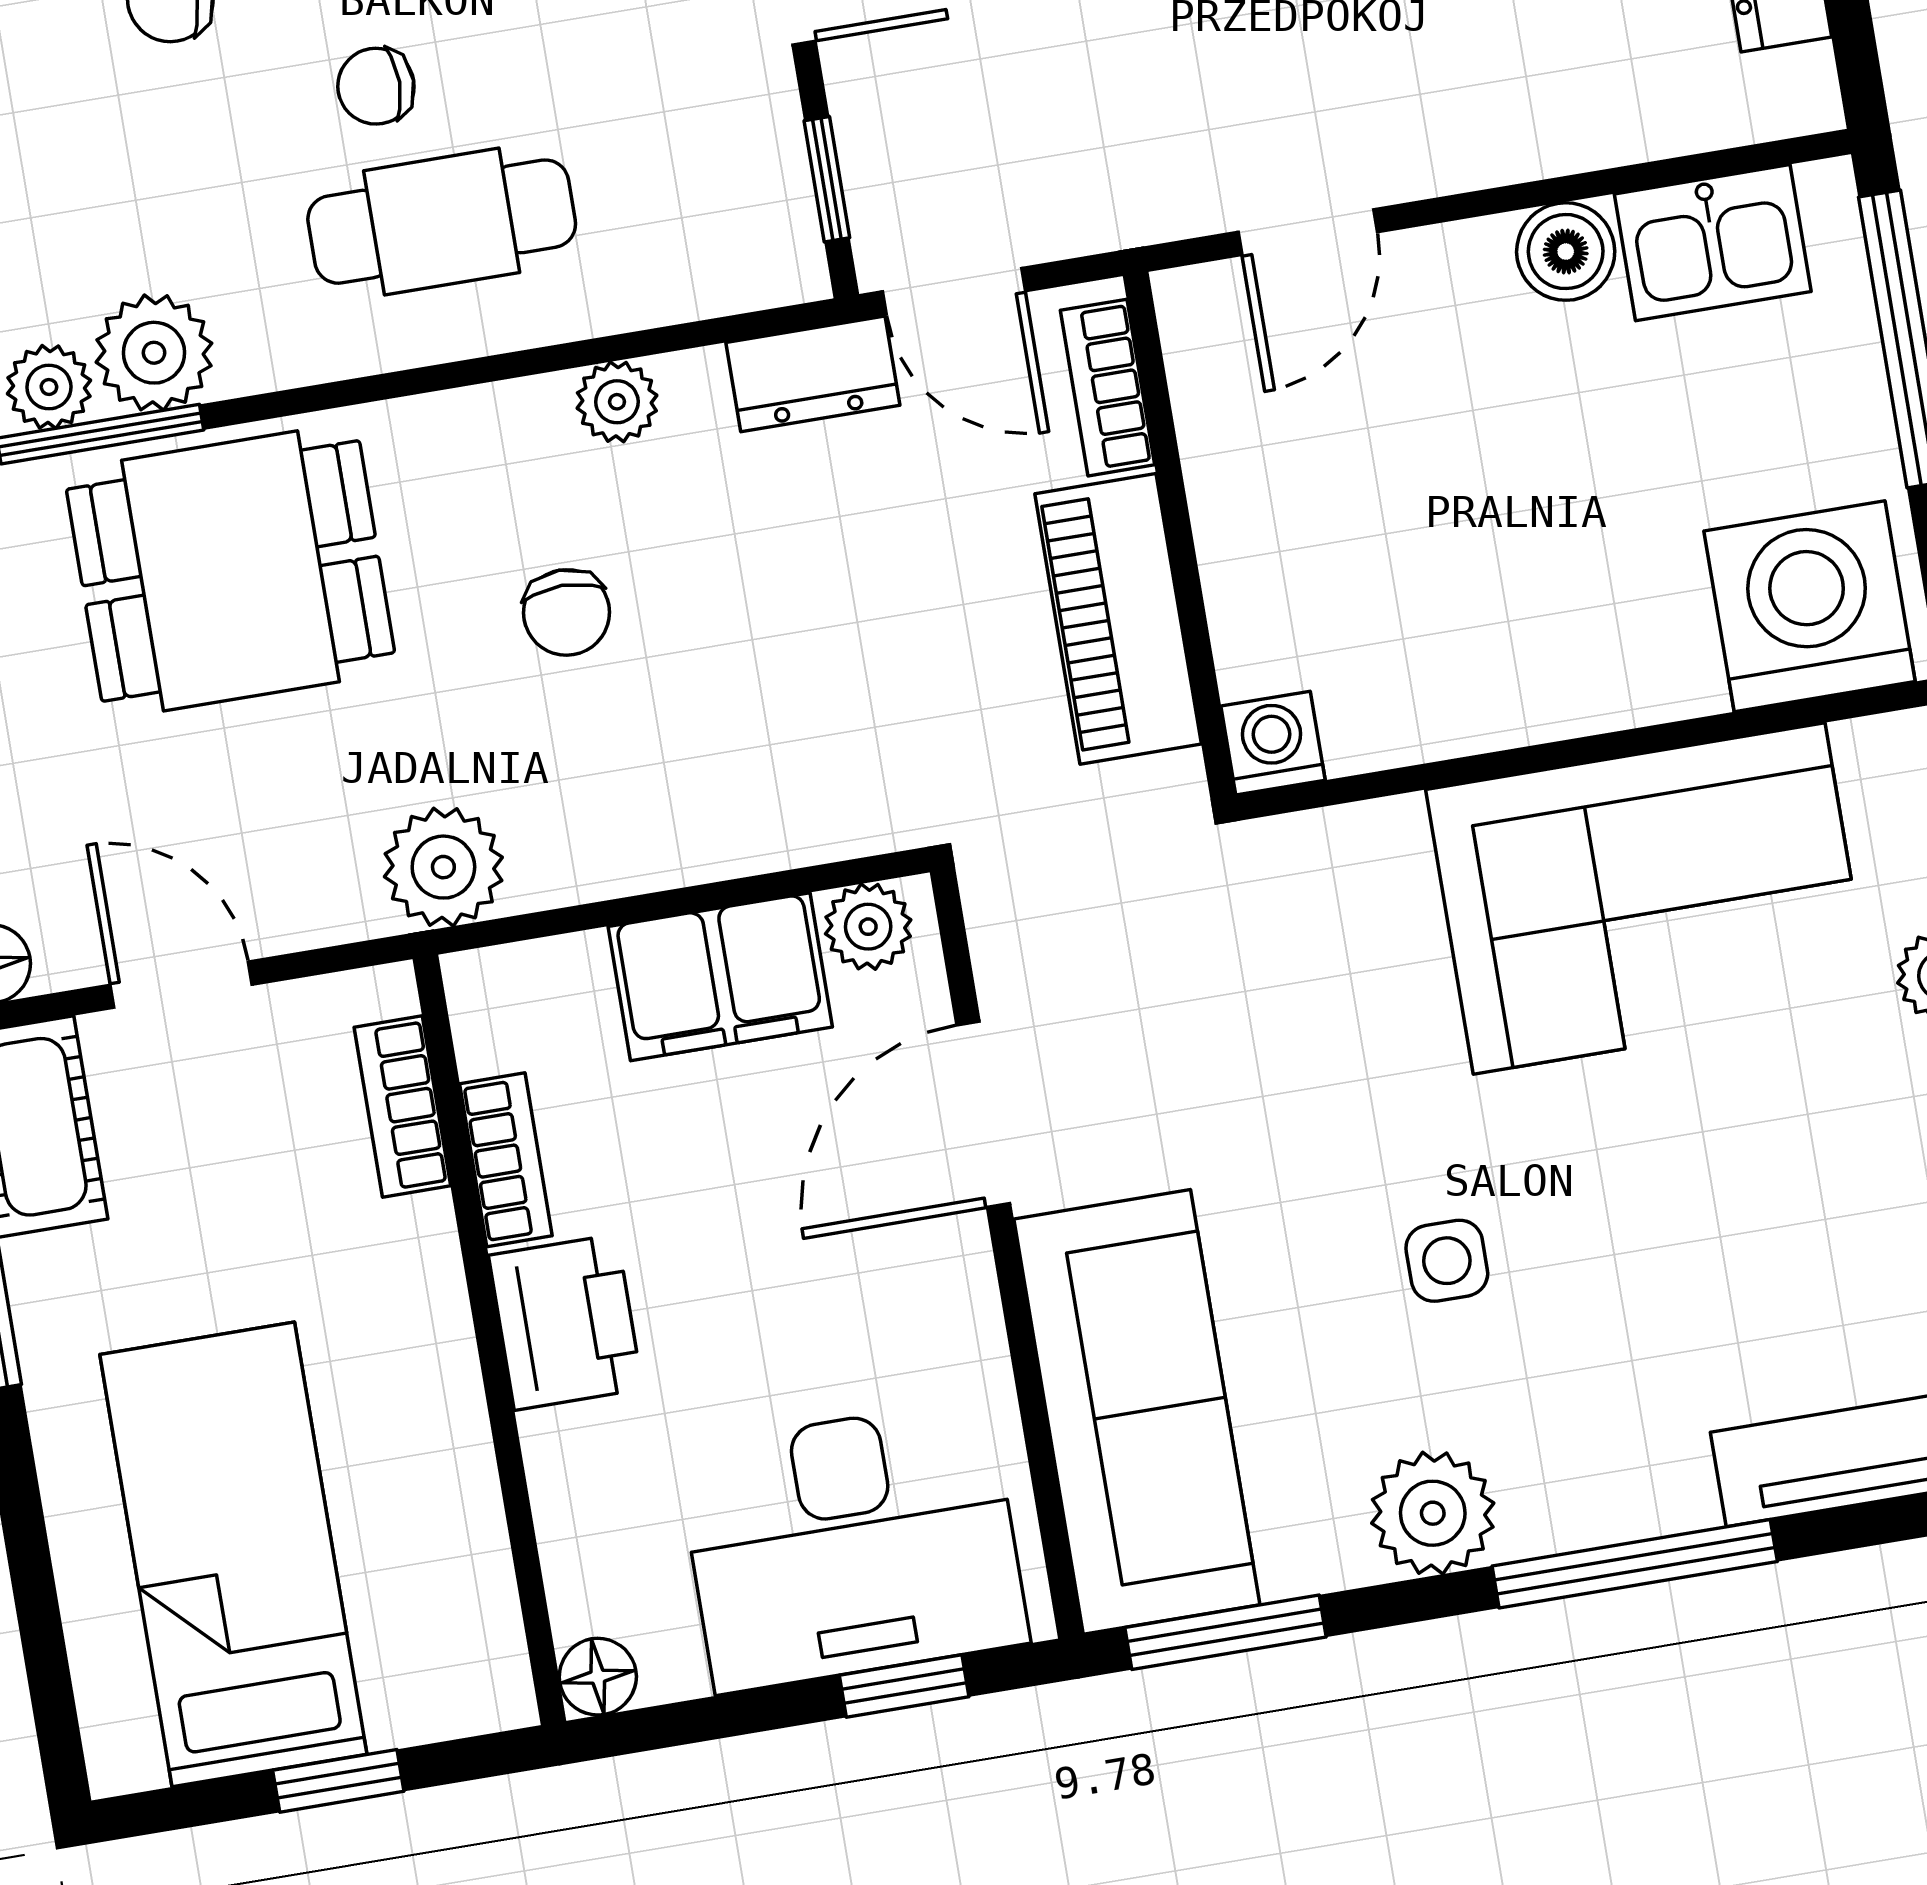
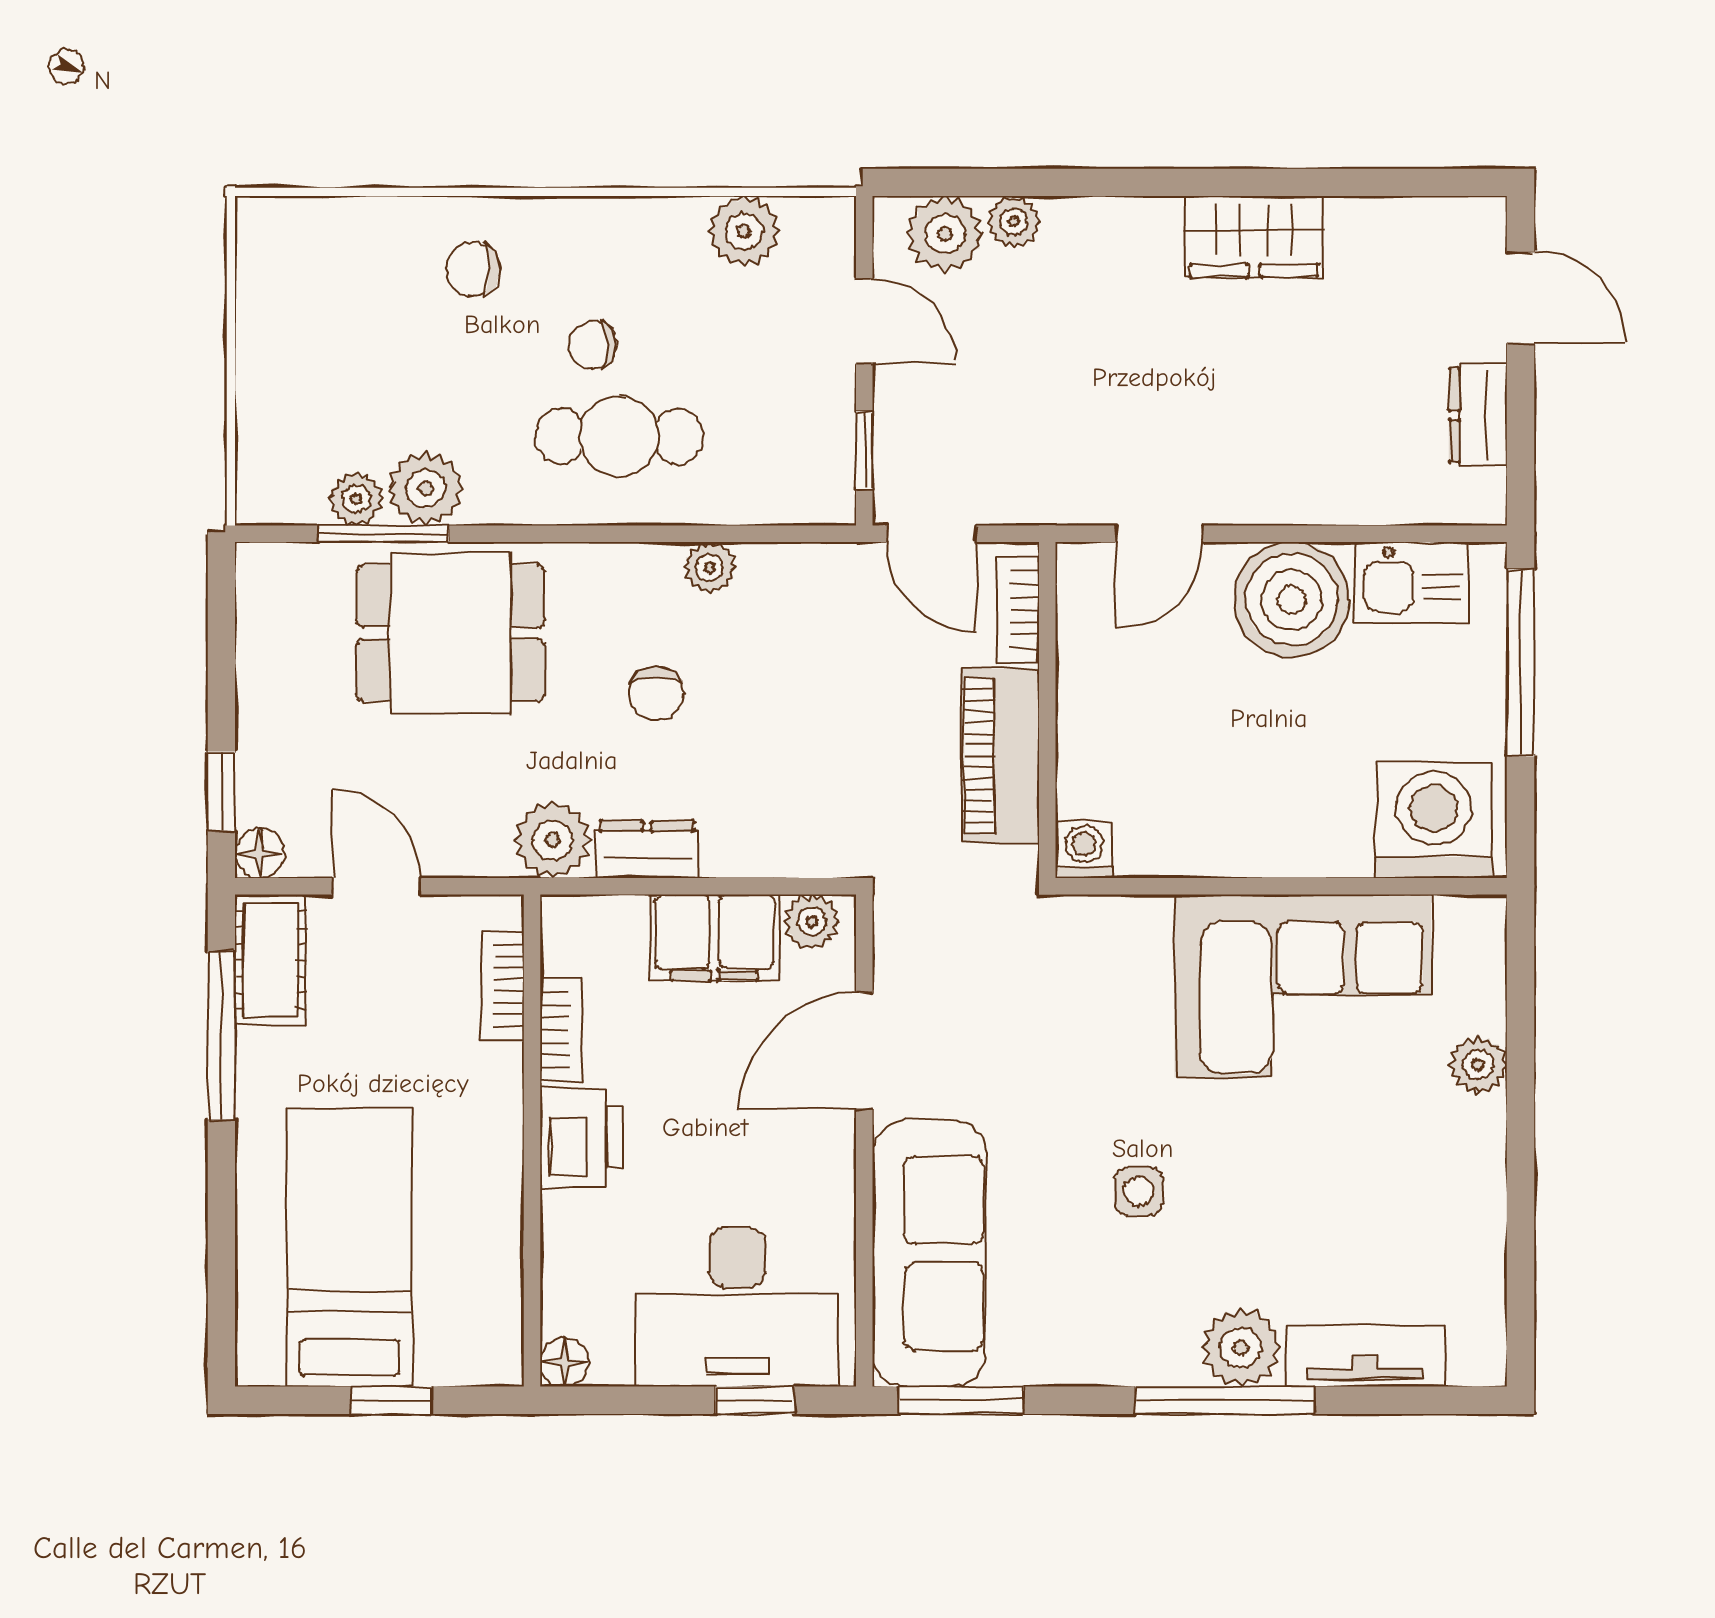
boiler: (1566, 252) -> (1292, 600), width x1.86, depth x1.86
dresser: (813, 374) -> (647, 849), moved, turned 180
plant: (1433, 1513) -> (1241, 1347), moved

